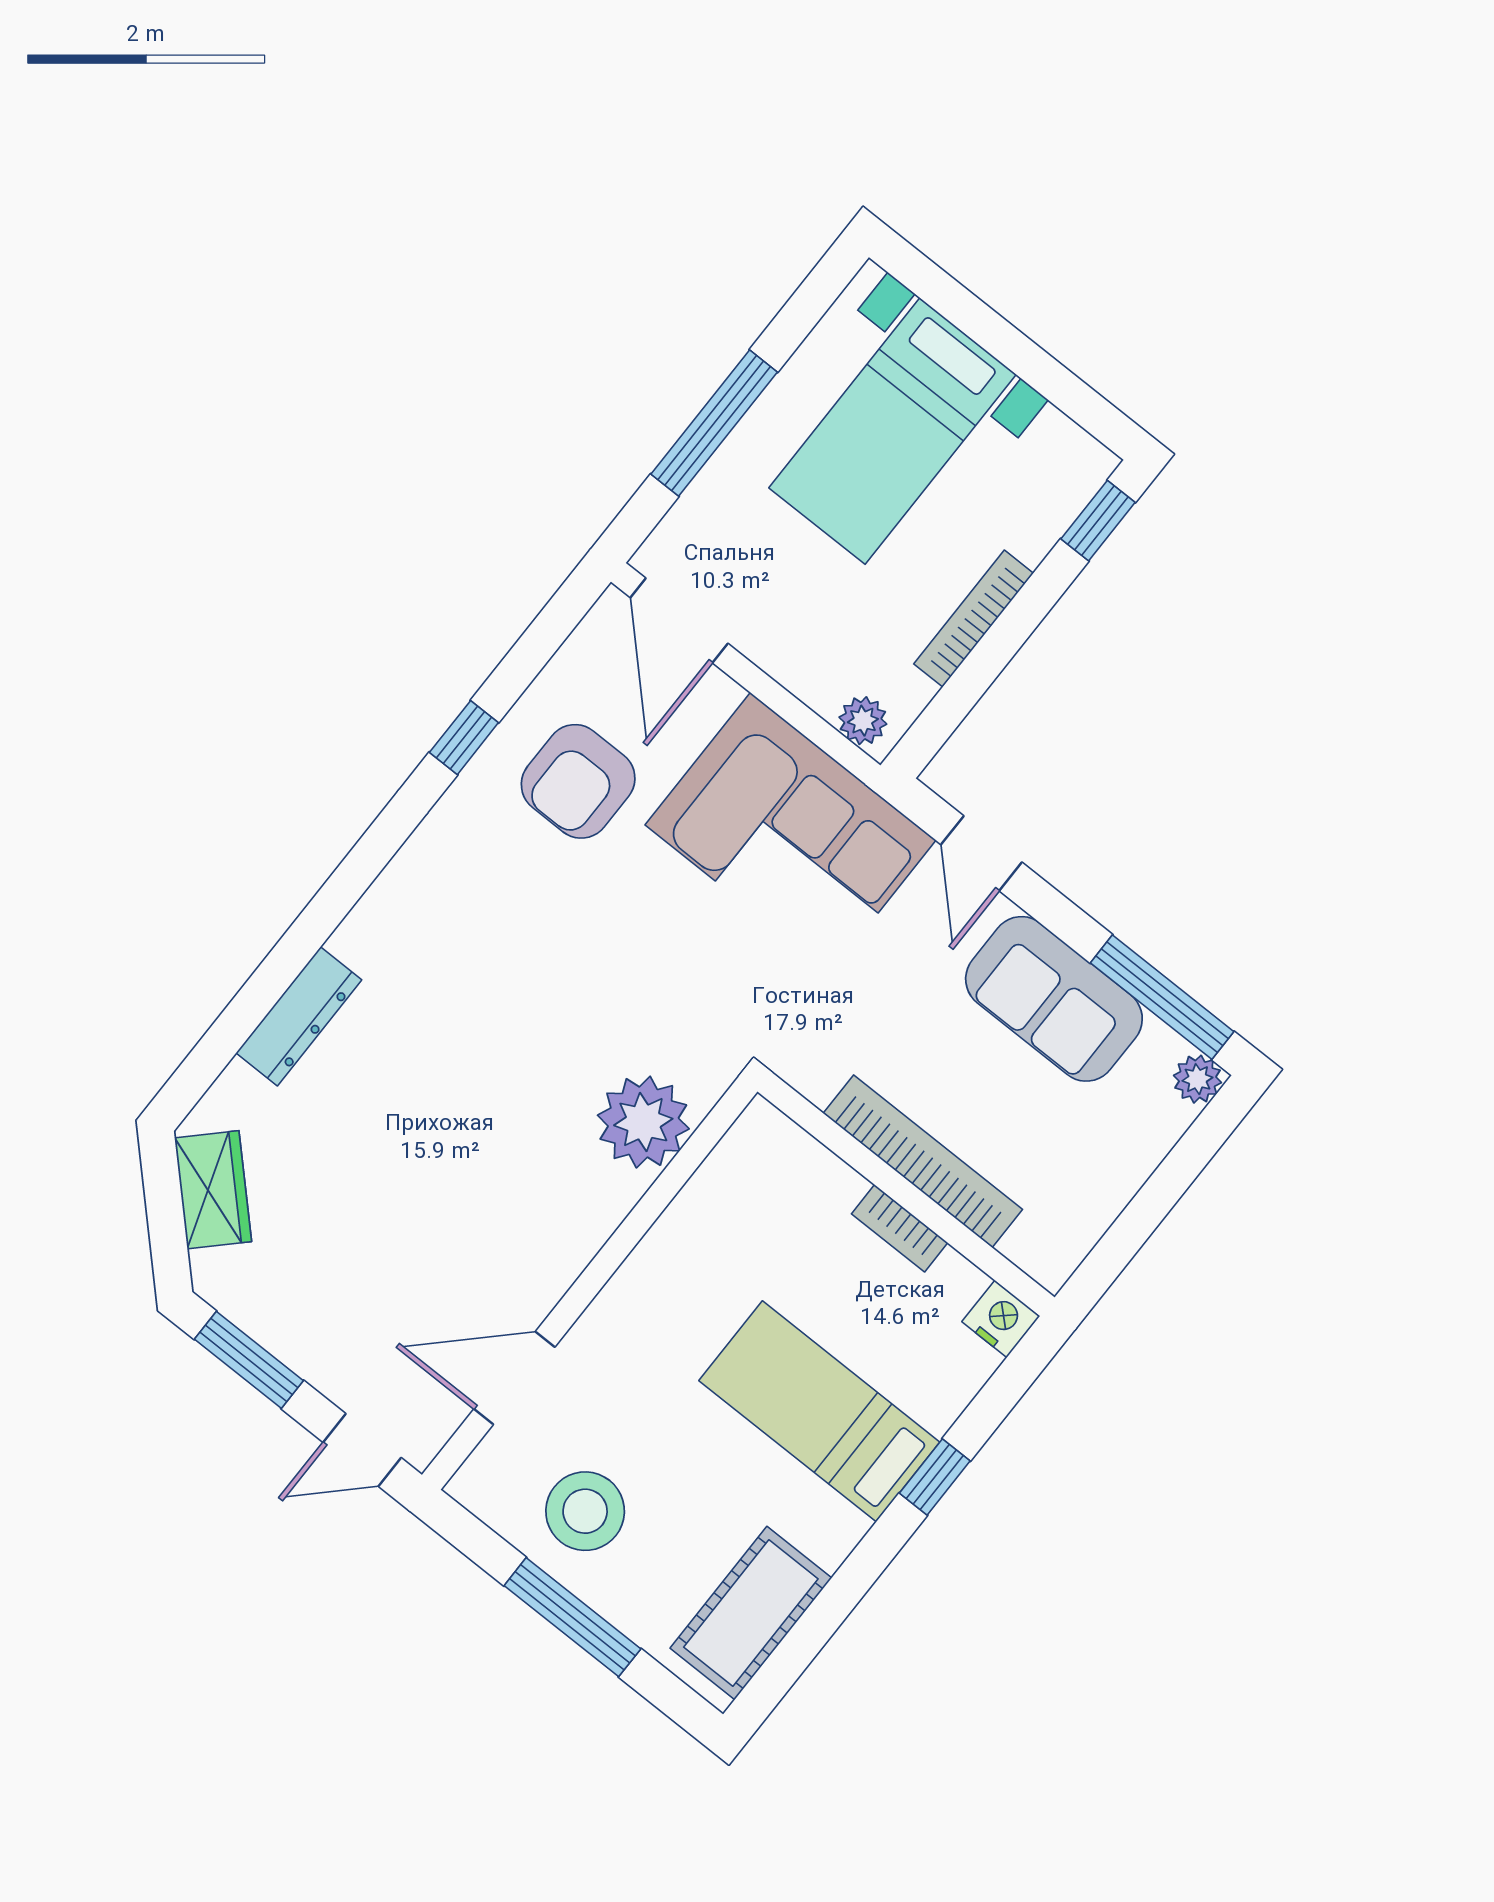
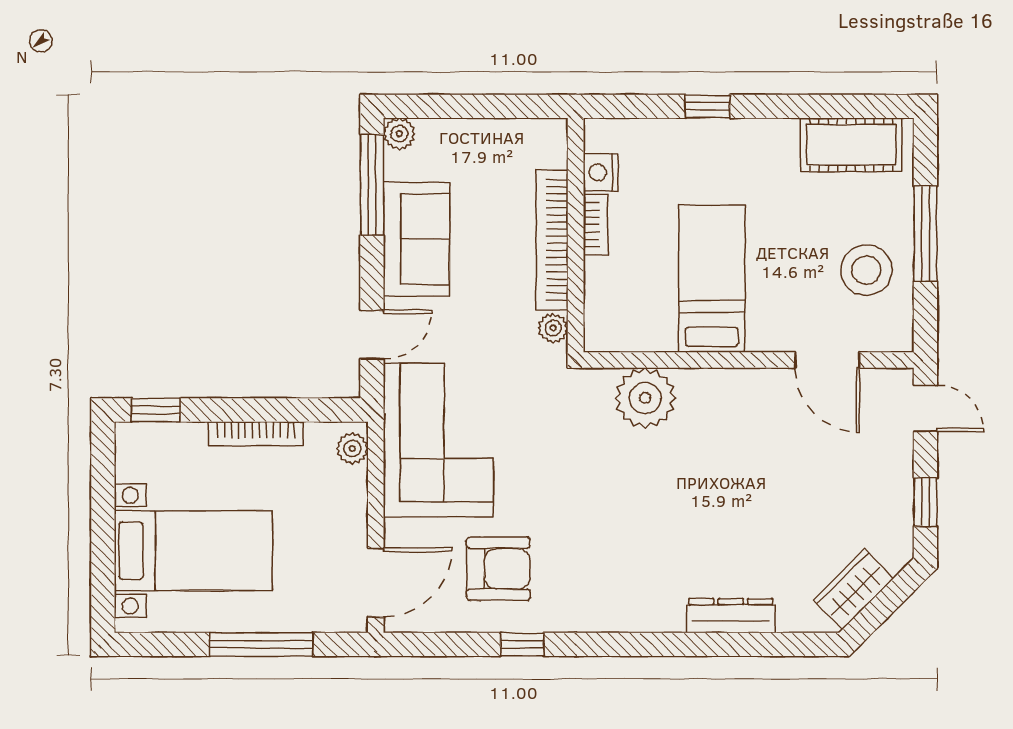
plant: (816, 1078) -> (553, 328), added
nightstand: (1001, 1319) -> (601, 172), moved
window: (249, 1360) -> (925, 502), width x0.67
bed: (819, 1411) -> (712, 279), moved, turned 180

